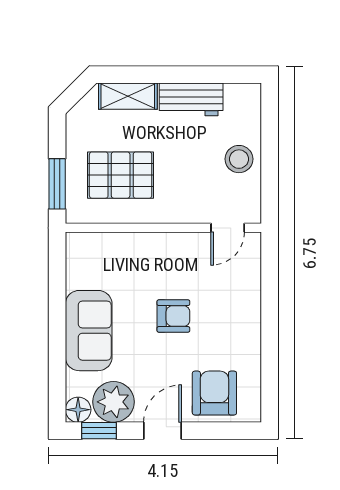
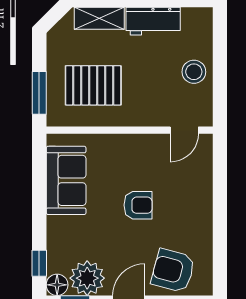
sofa: (89, 331) -> (66, 180), moved
window: (57, 384) -> (39, 263), added
armchair: (214, 393) -> (173, 271), turned -75

